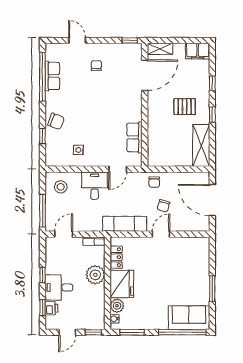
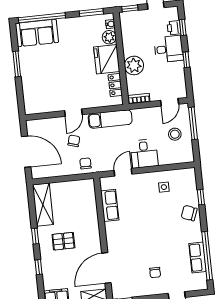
stool: (61, 187) -> (175, 134), moved

